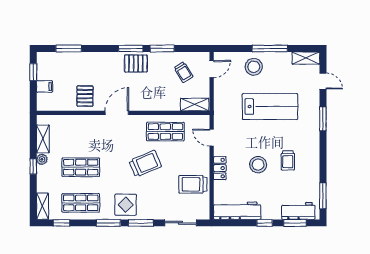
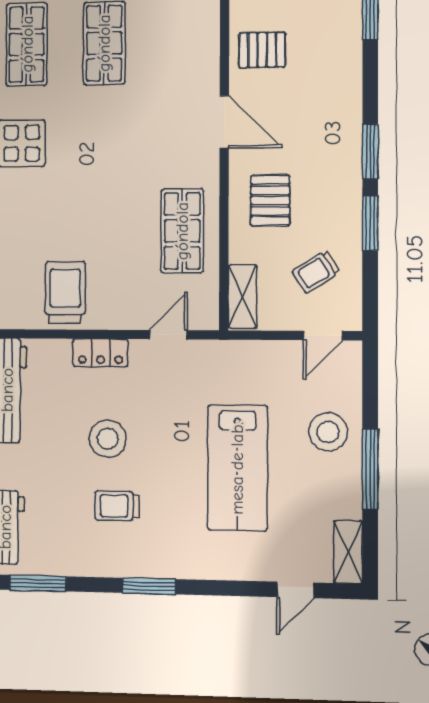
pallet: (136, 63) -> (270, 201), moved
door: (212, 69) -> (323, 336), hinge flipped
window: (323, 119) -> (149, 586), moved
trolley: (145, 164) -> (111, 186), removed

